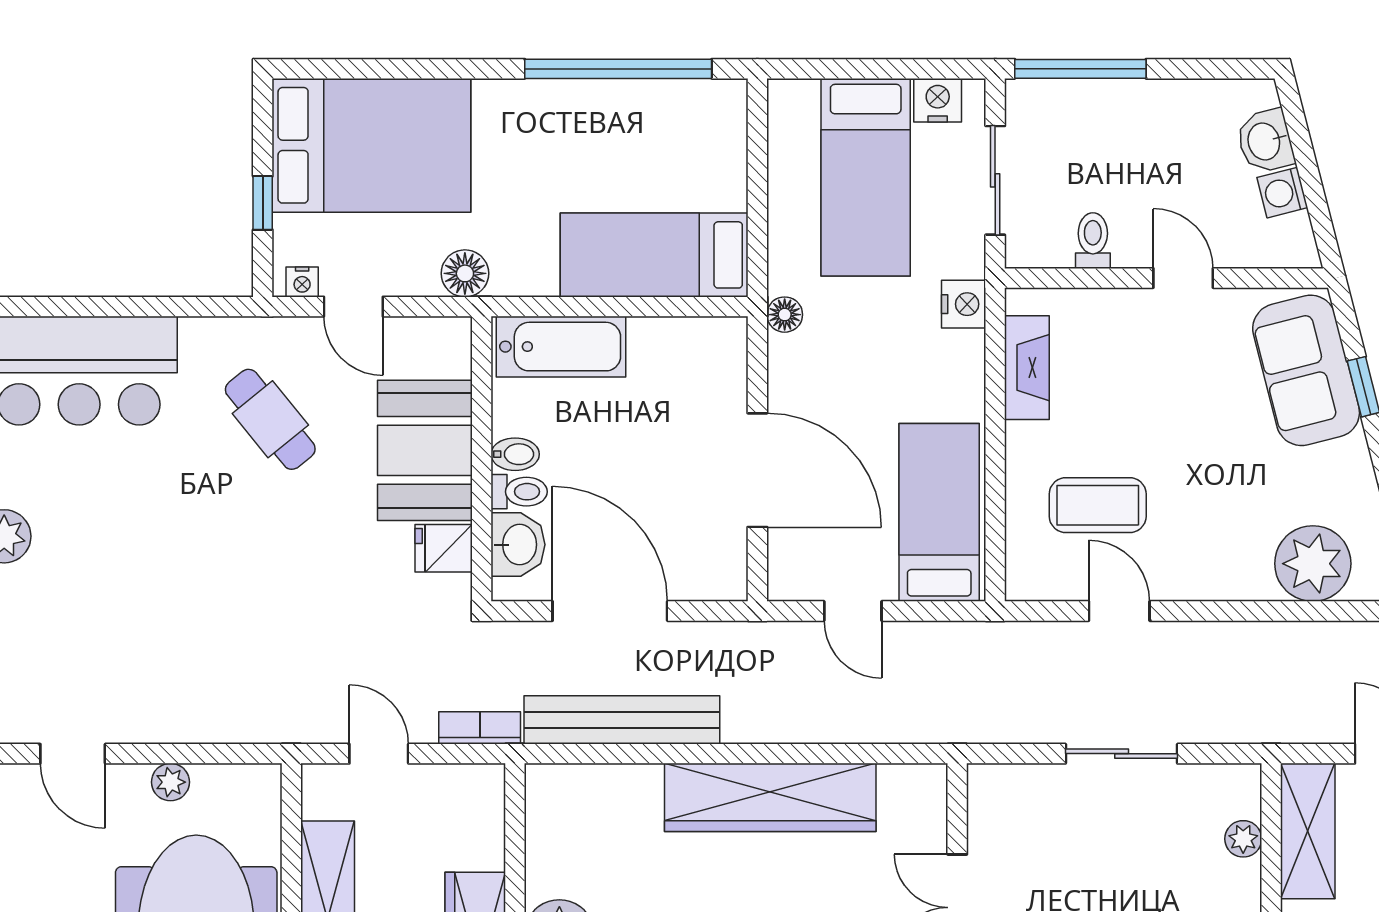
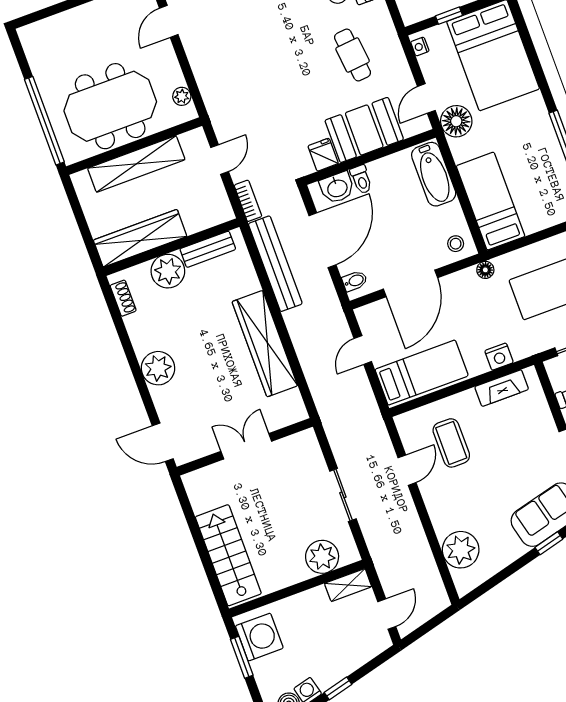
floor lamp: (465, 273) -> (456, 121), width x1.38, depth x1.38
nightstand: (964, 304) -> (499, 357), moved
door: (353, 307) -> (426, 98), moved
stool: (712, 354) -> (456, 244), added
cafe table: (270, 419) -> (353, 55), turned -57
bidet: (515, 454) -> (355, 281), moved, turned -90
plant: (170, 782) -> (182, 96), moved
shelving: (1308, 831) -> (348, 585), width x0.67, depth x0.75
plant: (1243, 839) -> (322, 557), width x1.88, depth x1.88
bench: (545, 841) -> (208, 249), added

